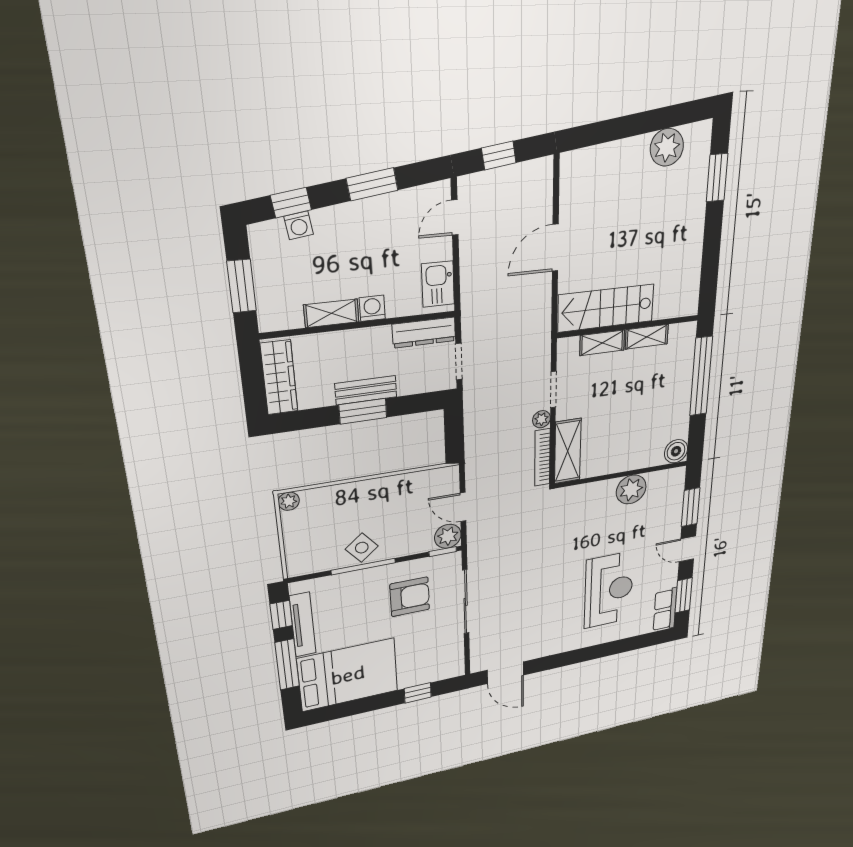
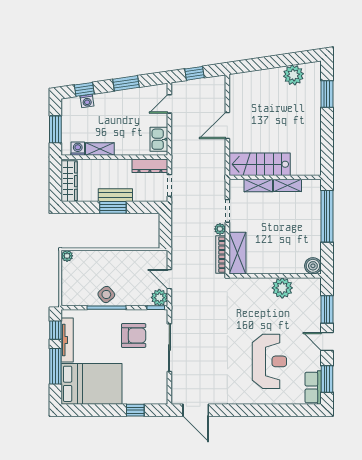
washing machine: (372, 308) -> (78, 149), moved

